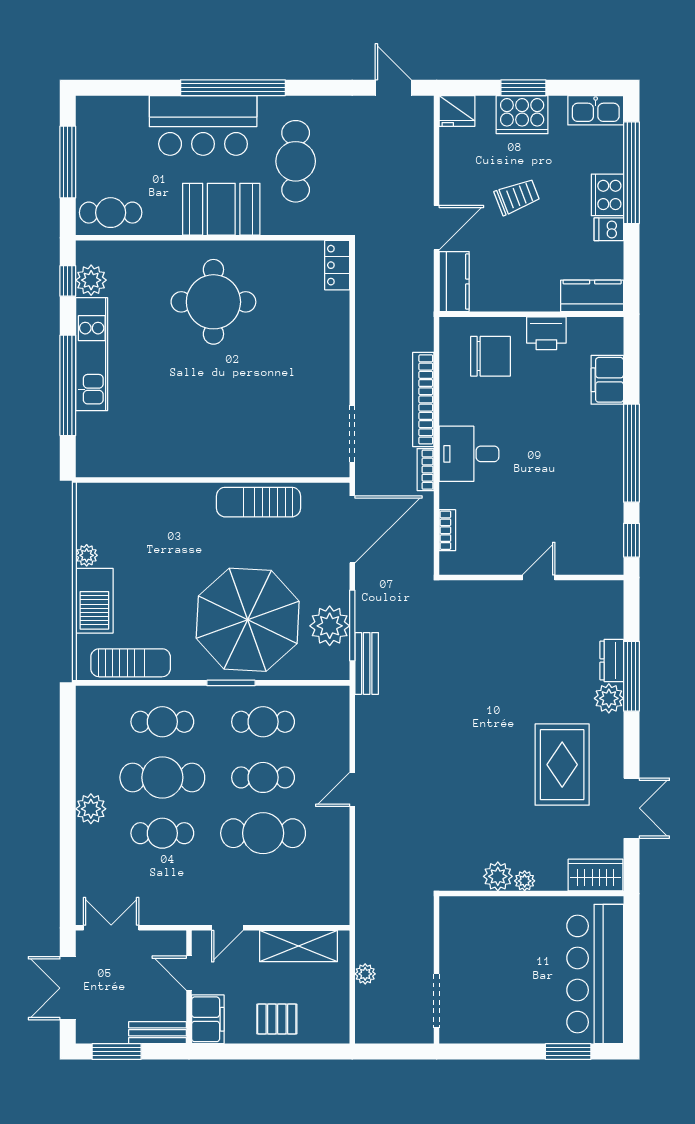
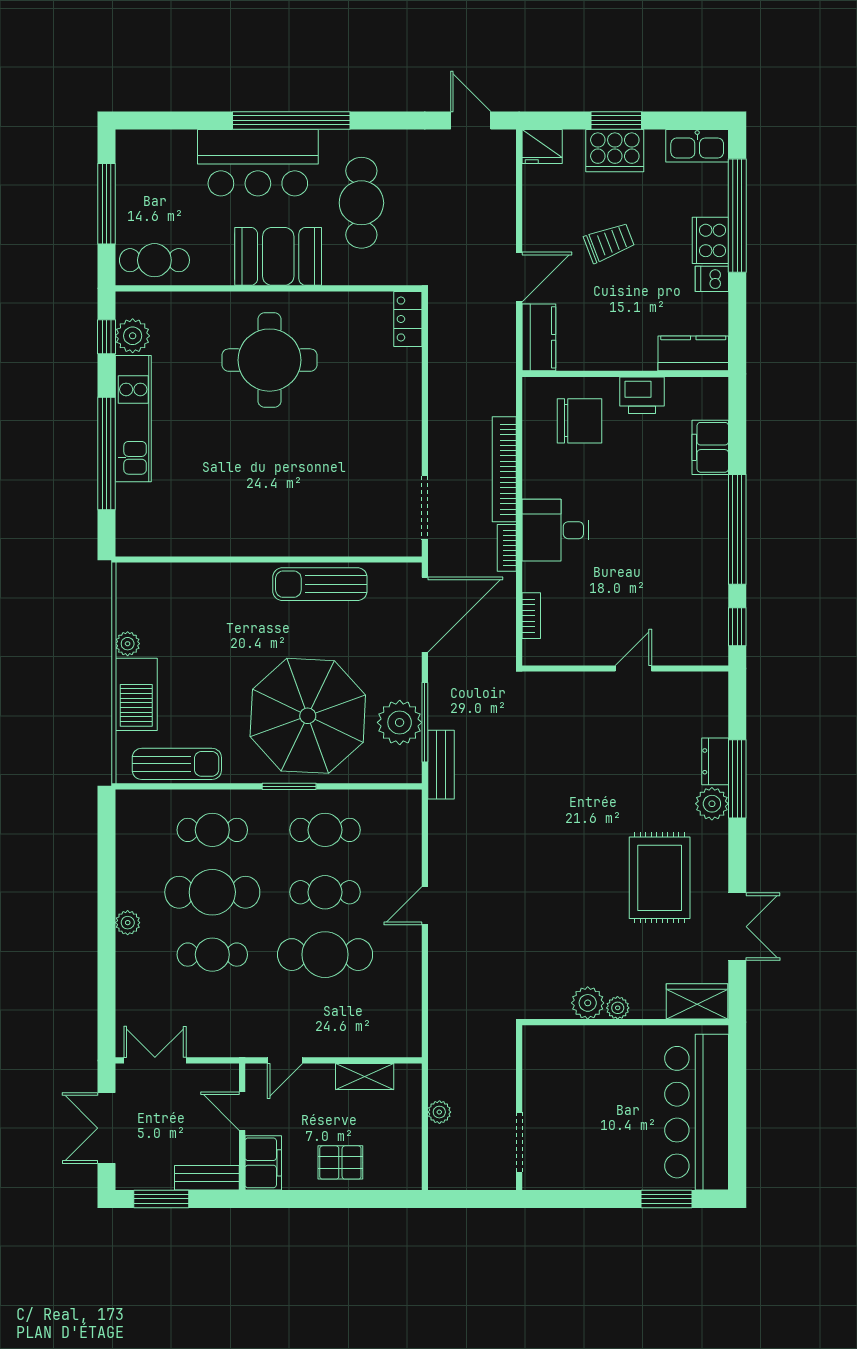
plant: (91, 809) -> (128, 923), width x0.73, depth x0.73
shelving: (298, 946) -> (365, 1076), width x0.67, depth x0.75

